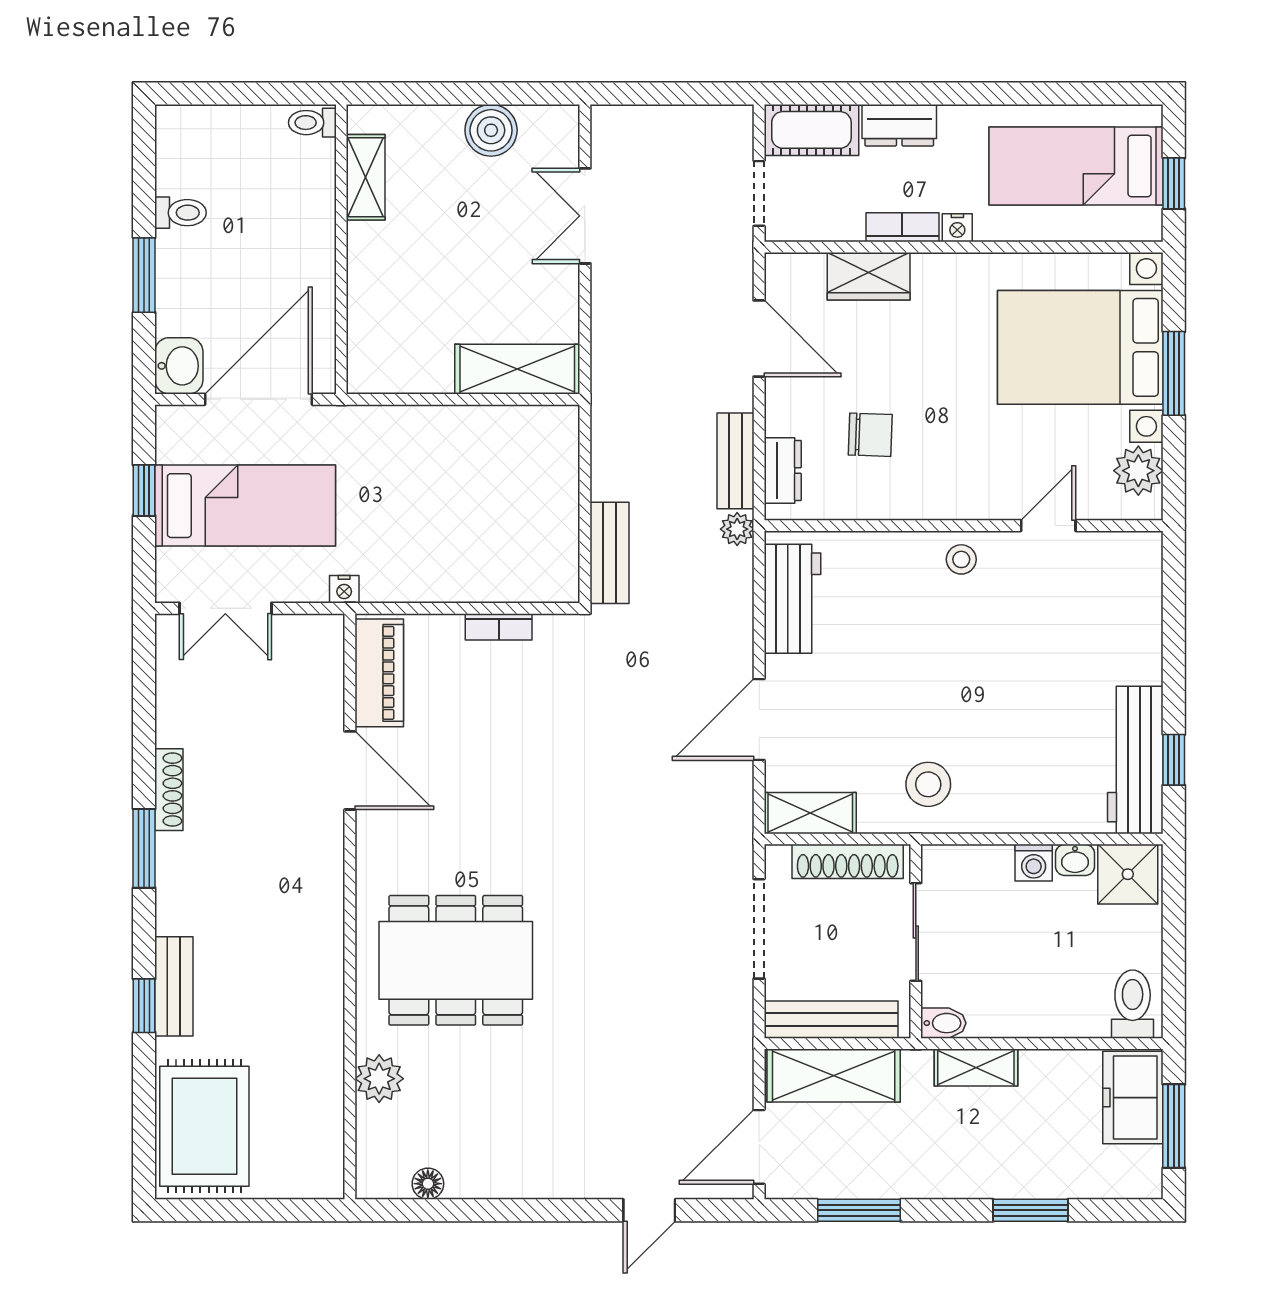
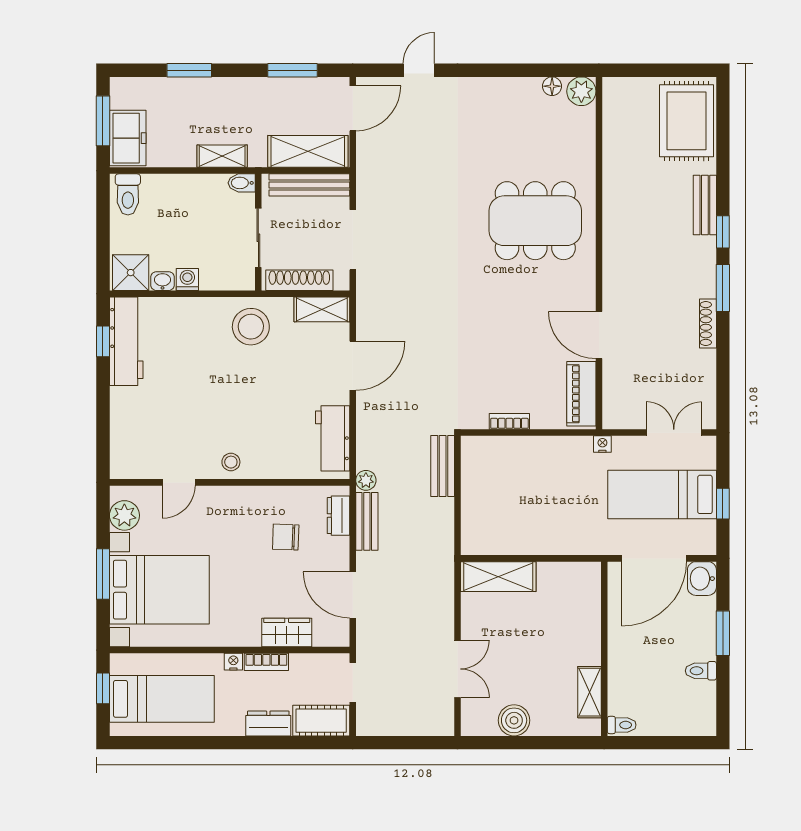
stool: (928, 784) -> (251, 327), width x1.38, depth x1.38
window: (144, 1006) -> (723, 232), moved
plant: (379, 1079) -> (581, 91), moved

